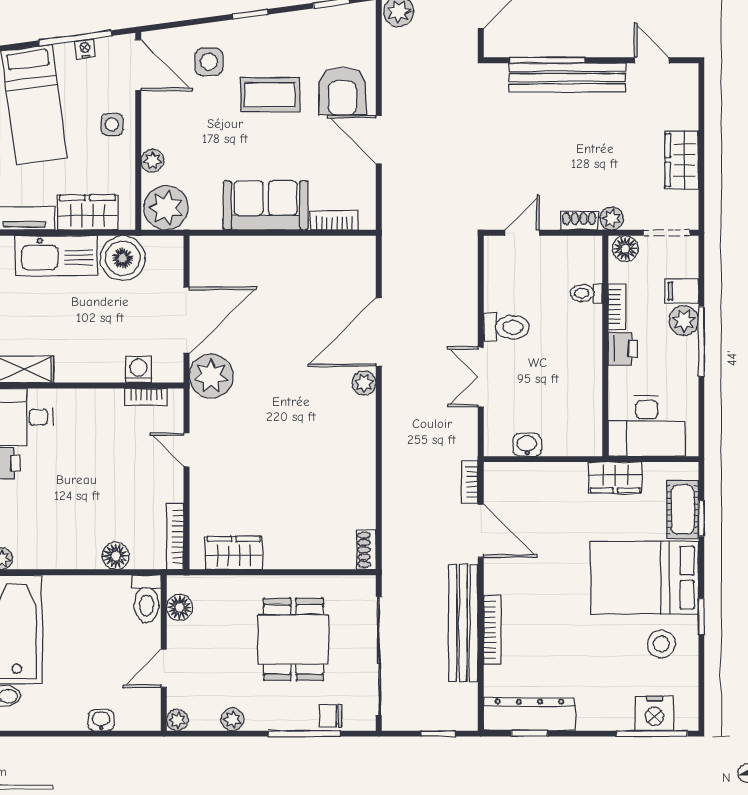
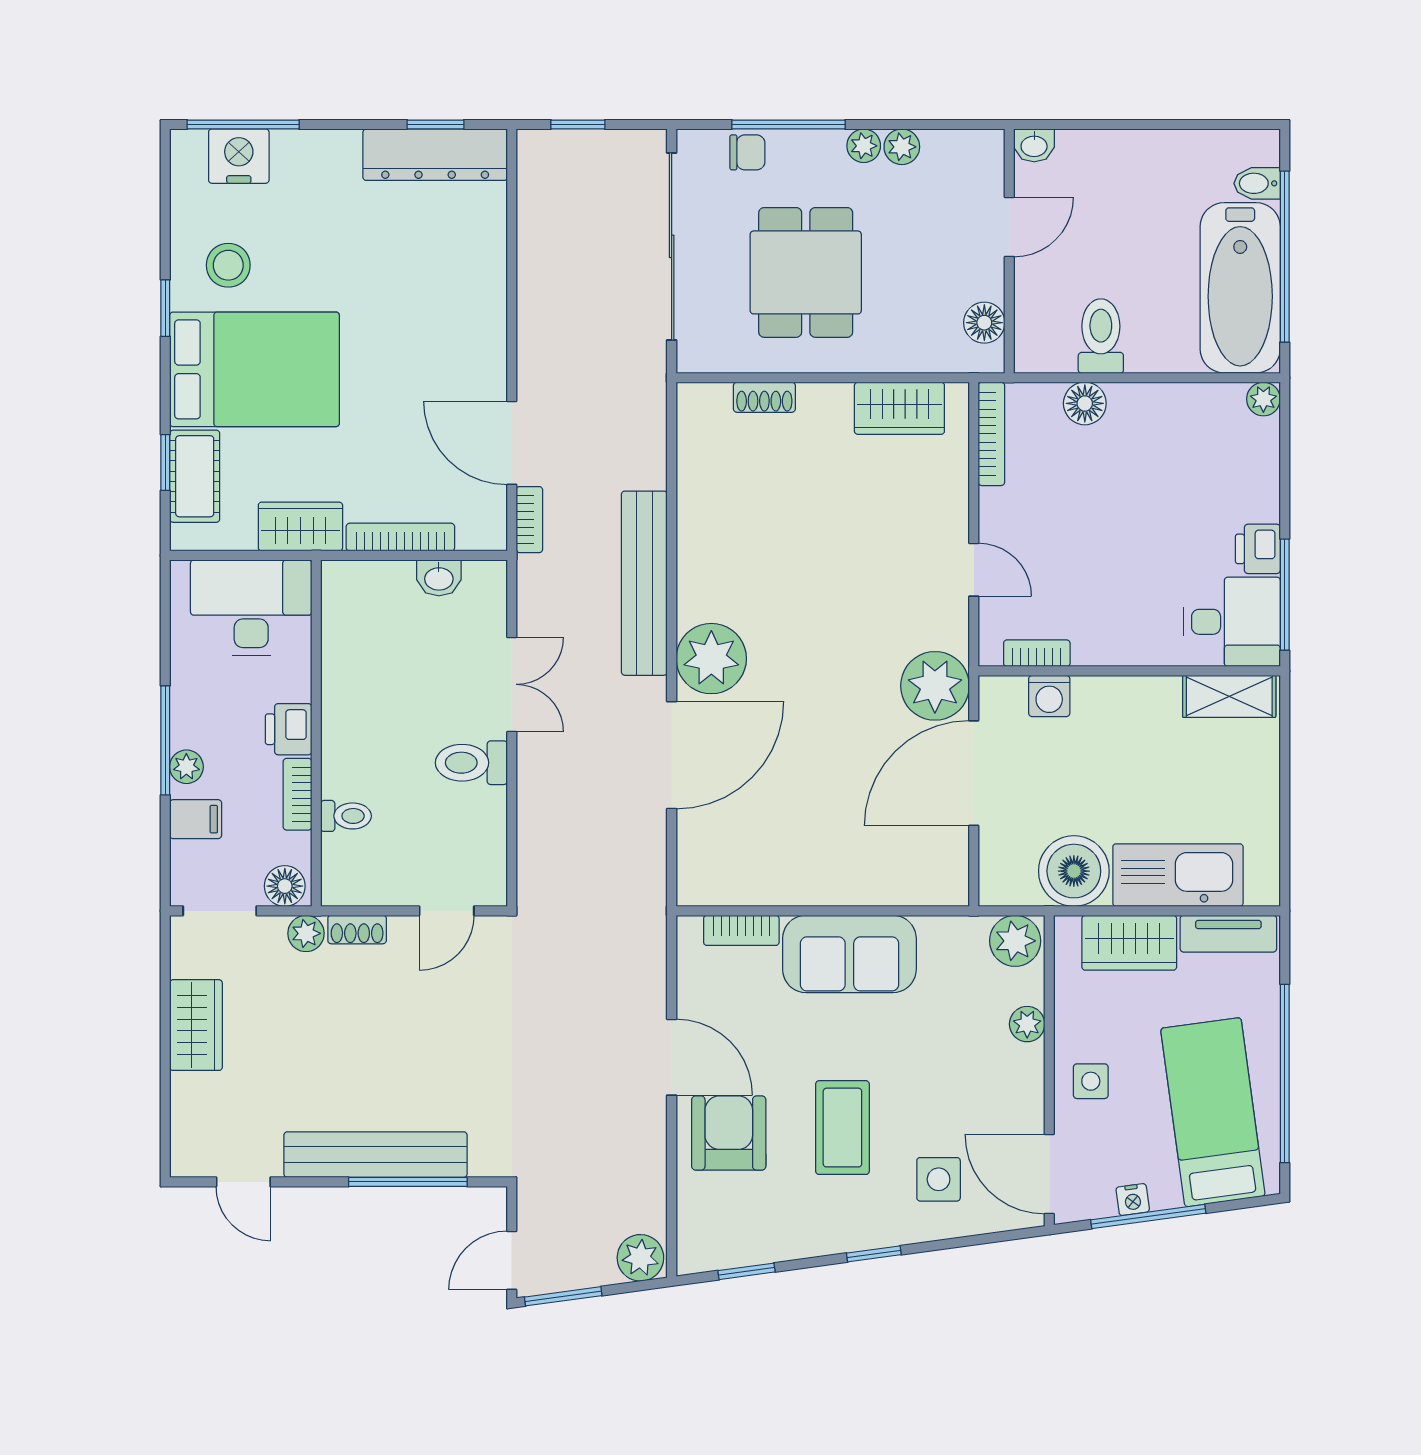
coffee table: (270, 95) -> (842, 1128), turned 90
plant: (166, 208) -> (1015, 941), width x0.73, depth x0.73
plant: (684, 321) -> (186, 767), width x0.73, depth x0.73
plant: (364, 383) -> (711, 659), width x1.88, depth x1.88
shoe rack: (366, 550) -> (764, 397), moved, turned 90
toilet: (147, 599) -> (1101, 336), moved
bench: (463, 623) -> (644, 583), moved
bookcase: (492, 630) -> (400, 537), moved, turned 90
washbasin: (101, 720) -> (1034, 145), moved
plant: (177, 720) -> (864, 146), moved

